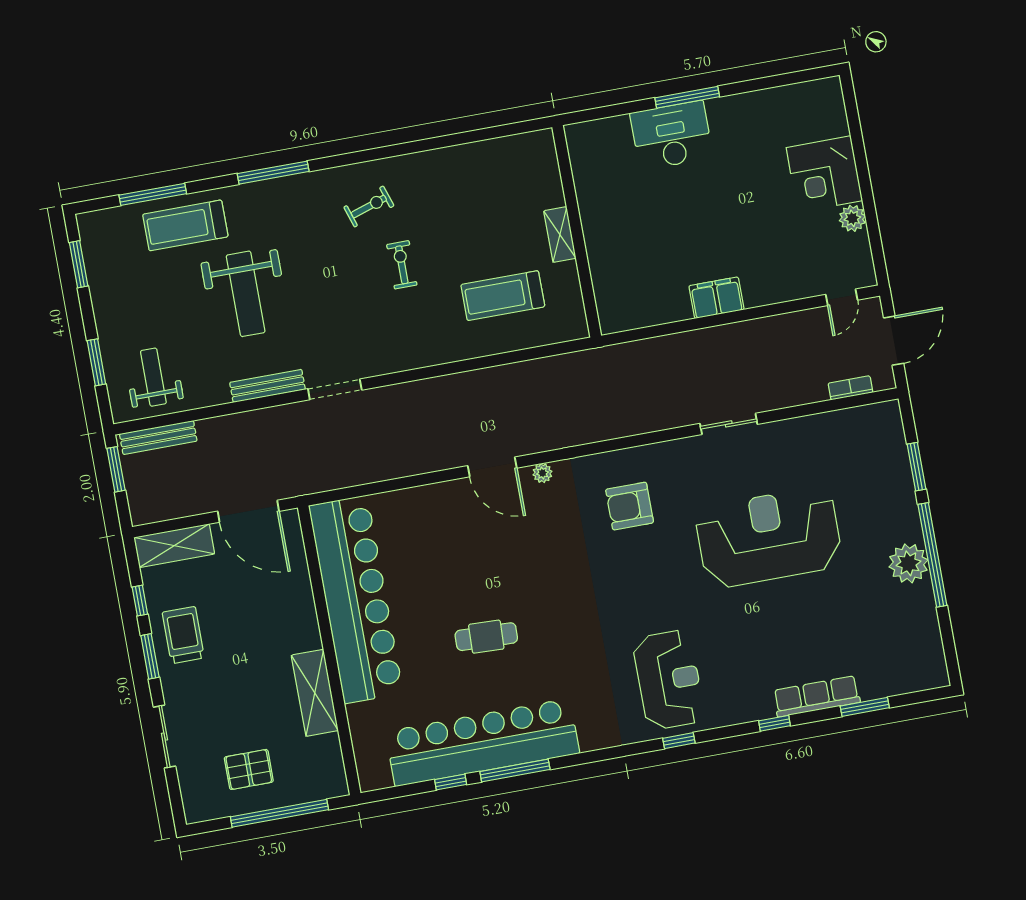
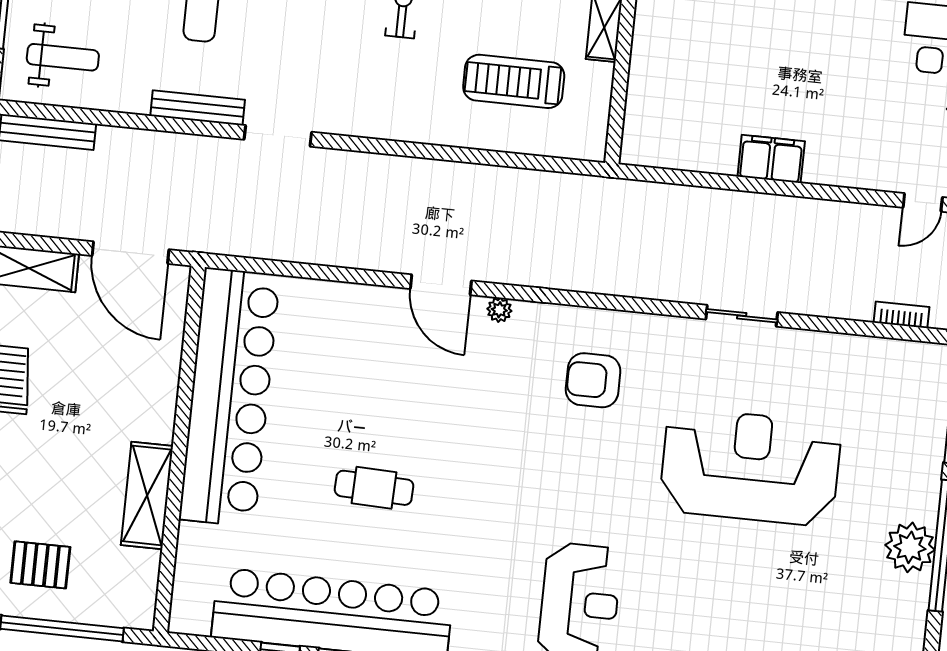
weight bench: (153, 377) -> (63, 57), turned 90

